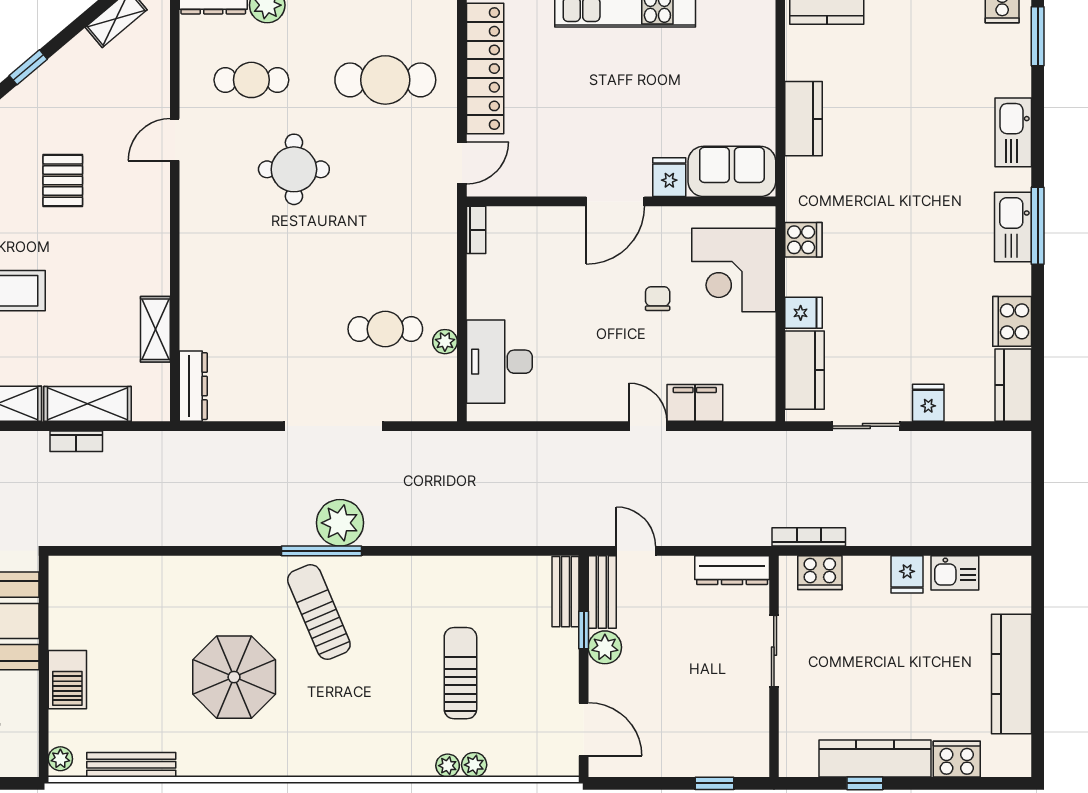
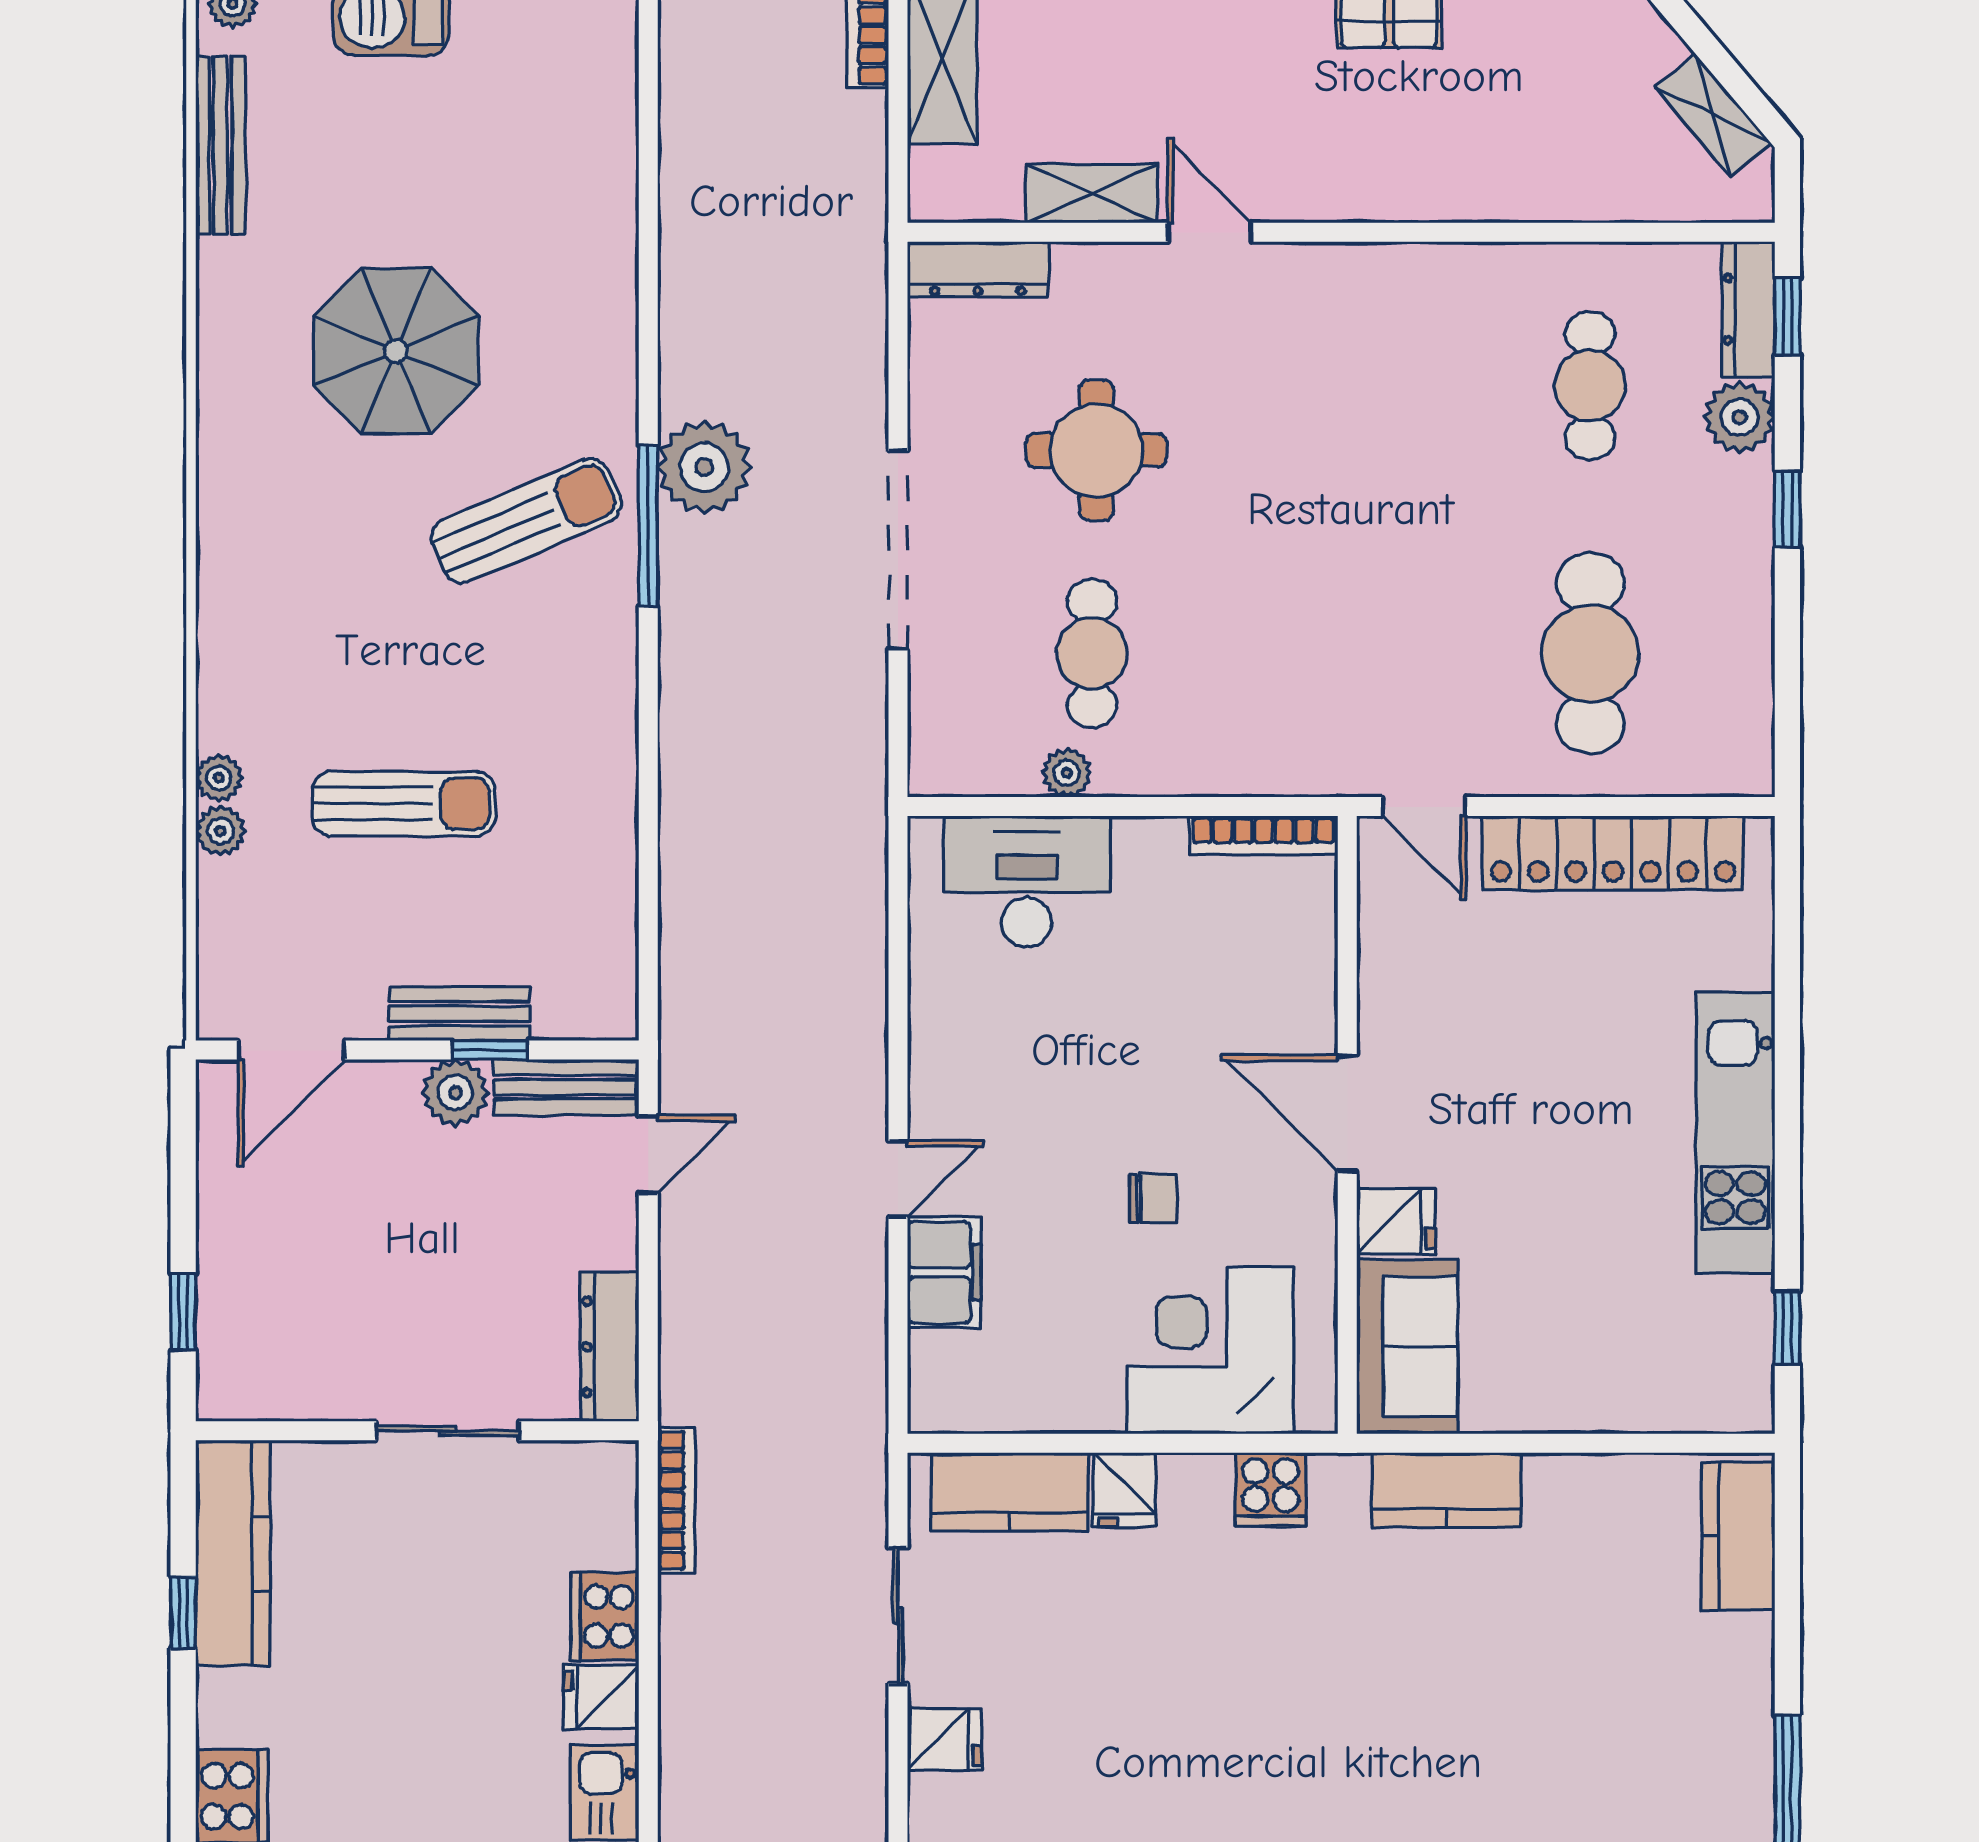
kitchen counter: (804, 119) -> (1447, 1490), moved
door: (175, 140) -> (1209, 232), moved
round table: (294, 169) -> (1096, 450), moved
bookcase: (476, 230) -> (1263, 835), width x1.56
plant: (340, 523) -> (704, 467), moved
cooker: (820, 573) -> (605, 1616), moved
bench: (565, 592) -> (459, 1014), moved
kitchen counter: (875, 759) -> (233, 1554), moved

